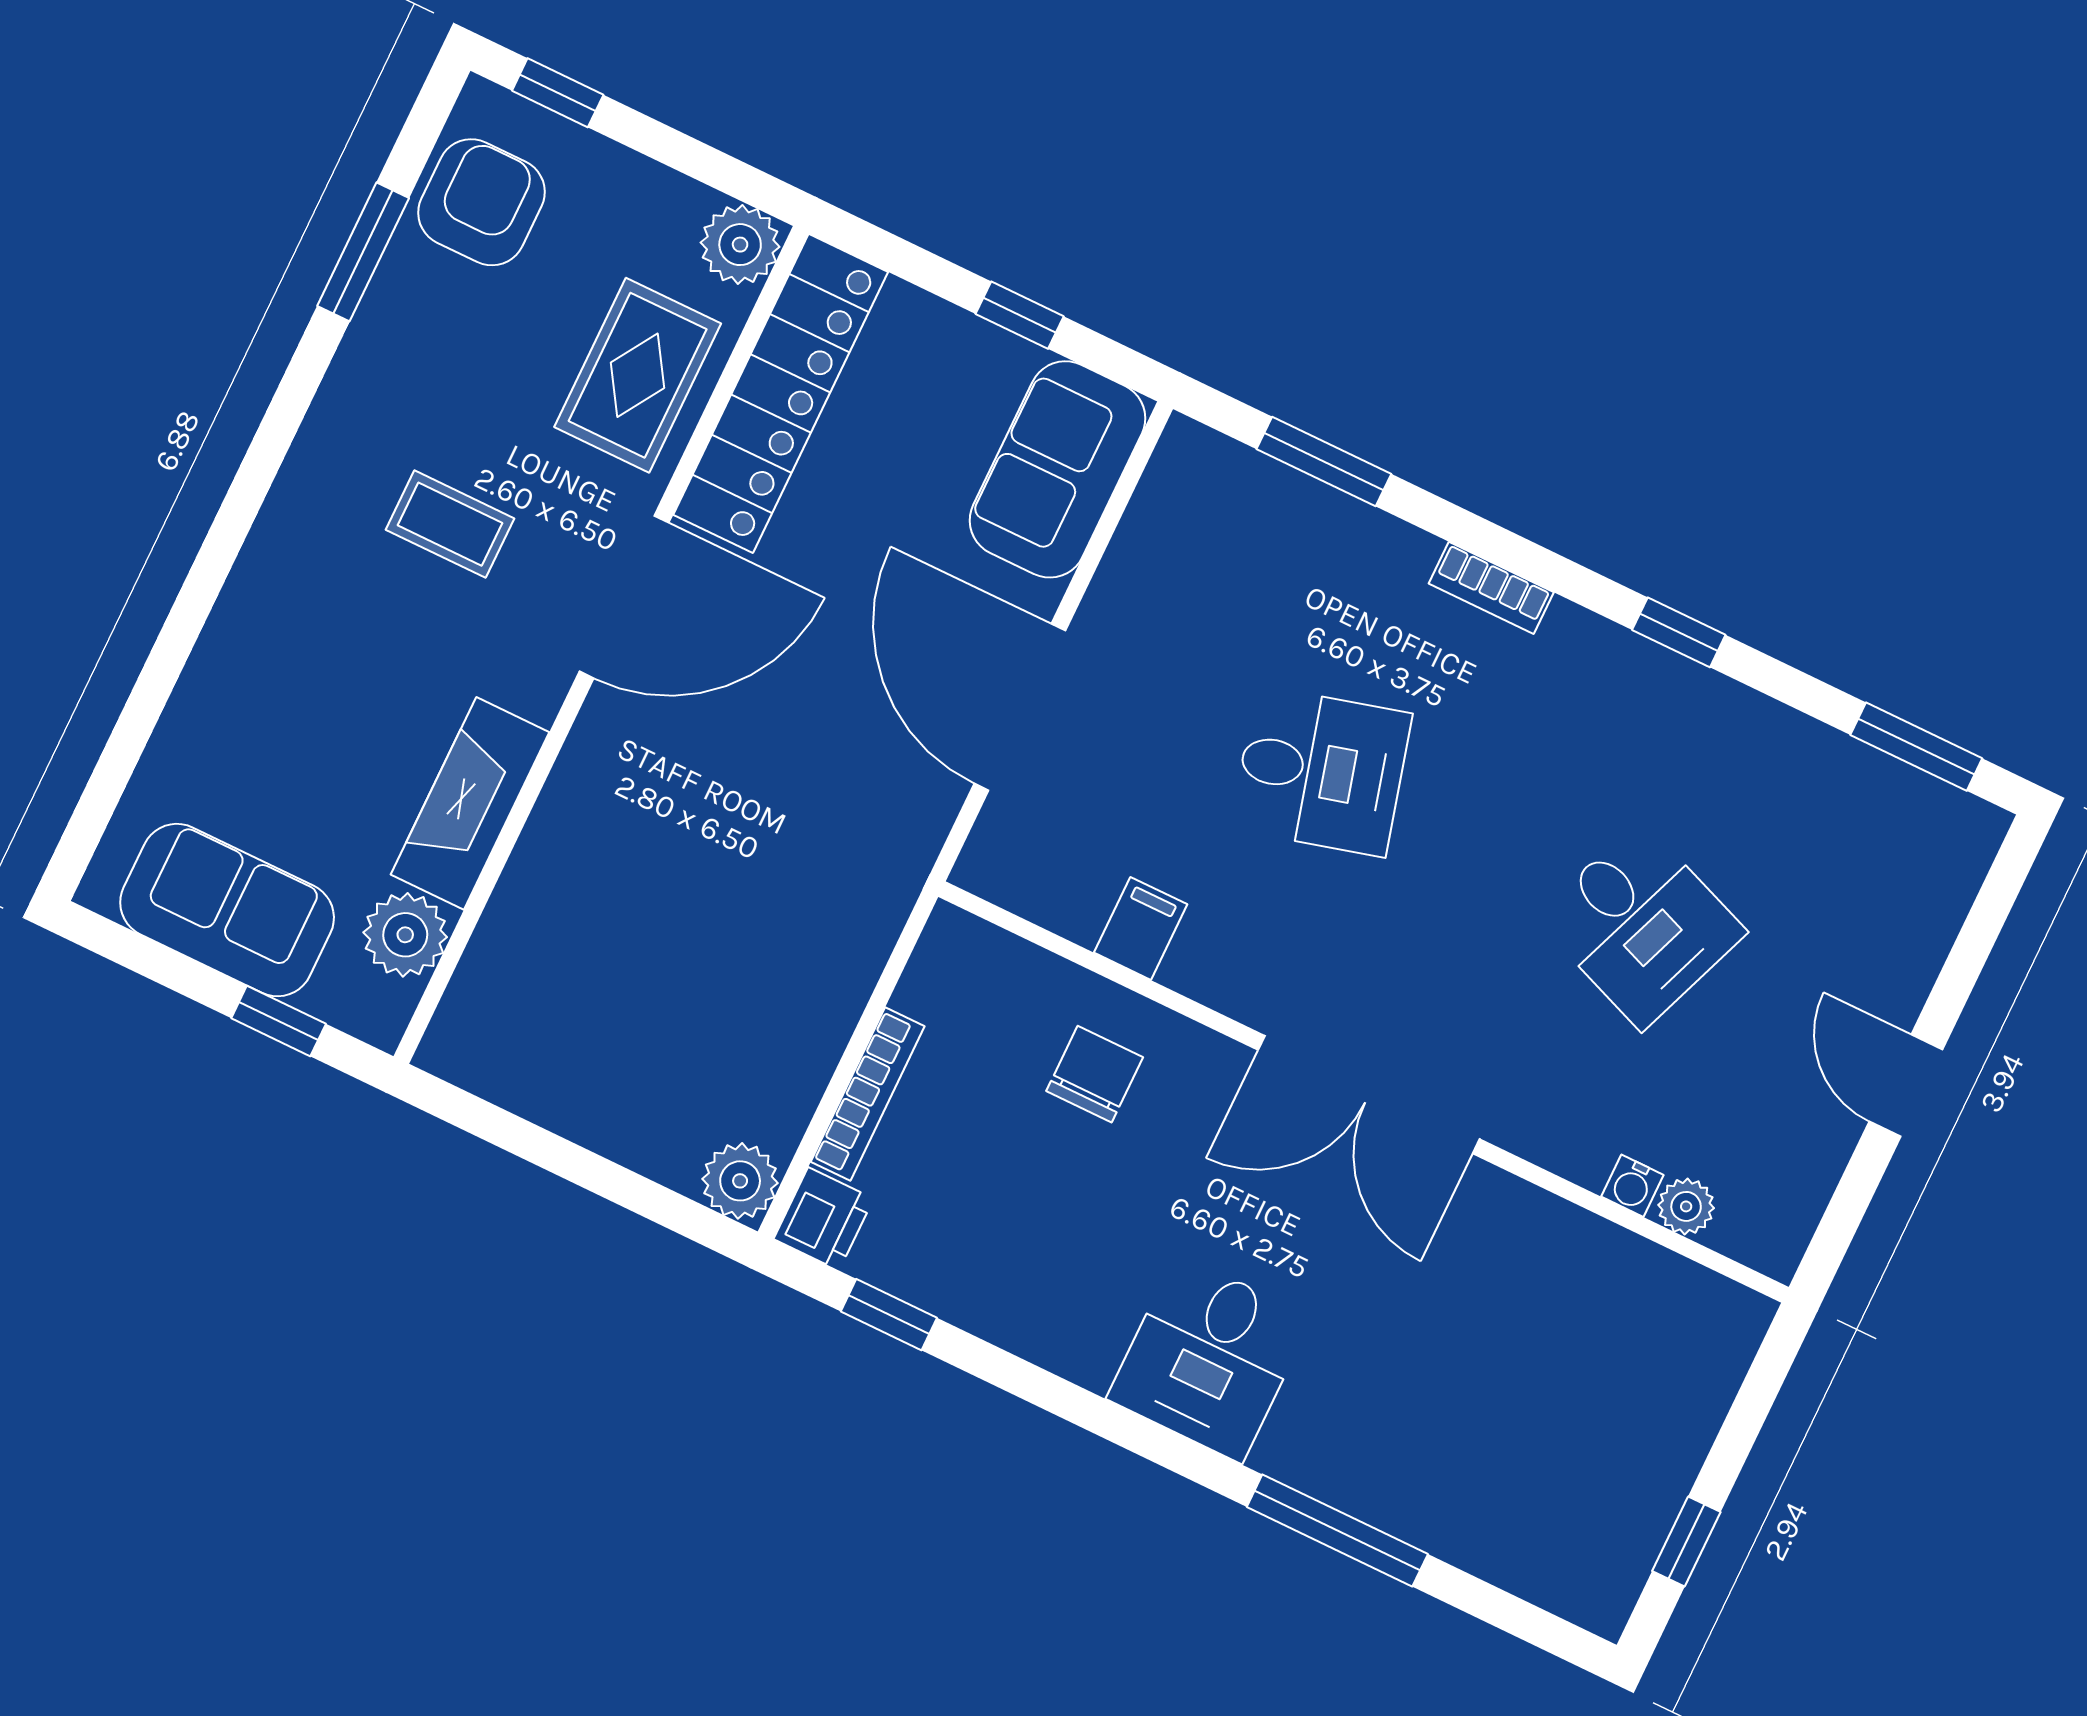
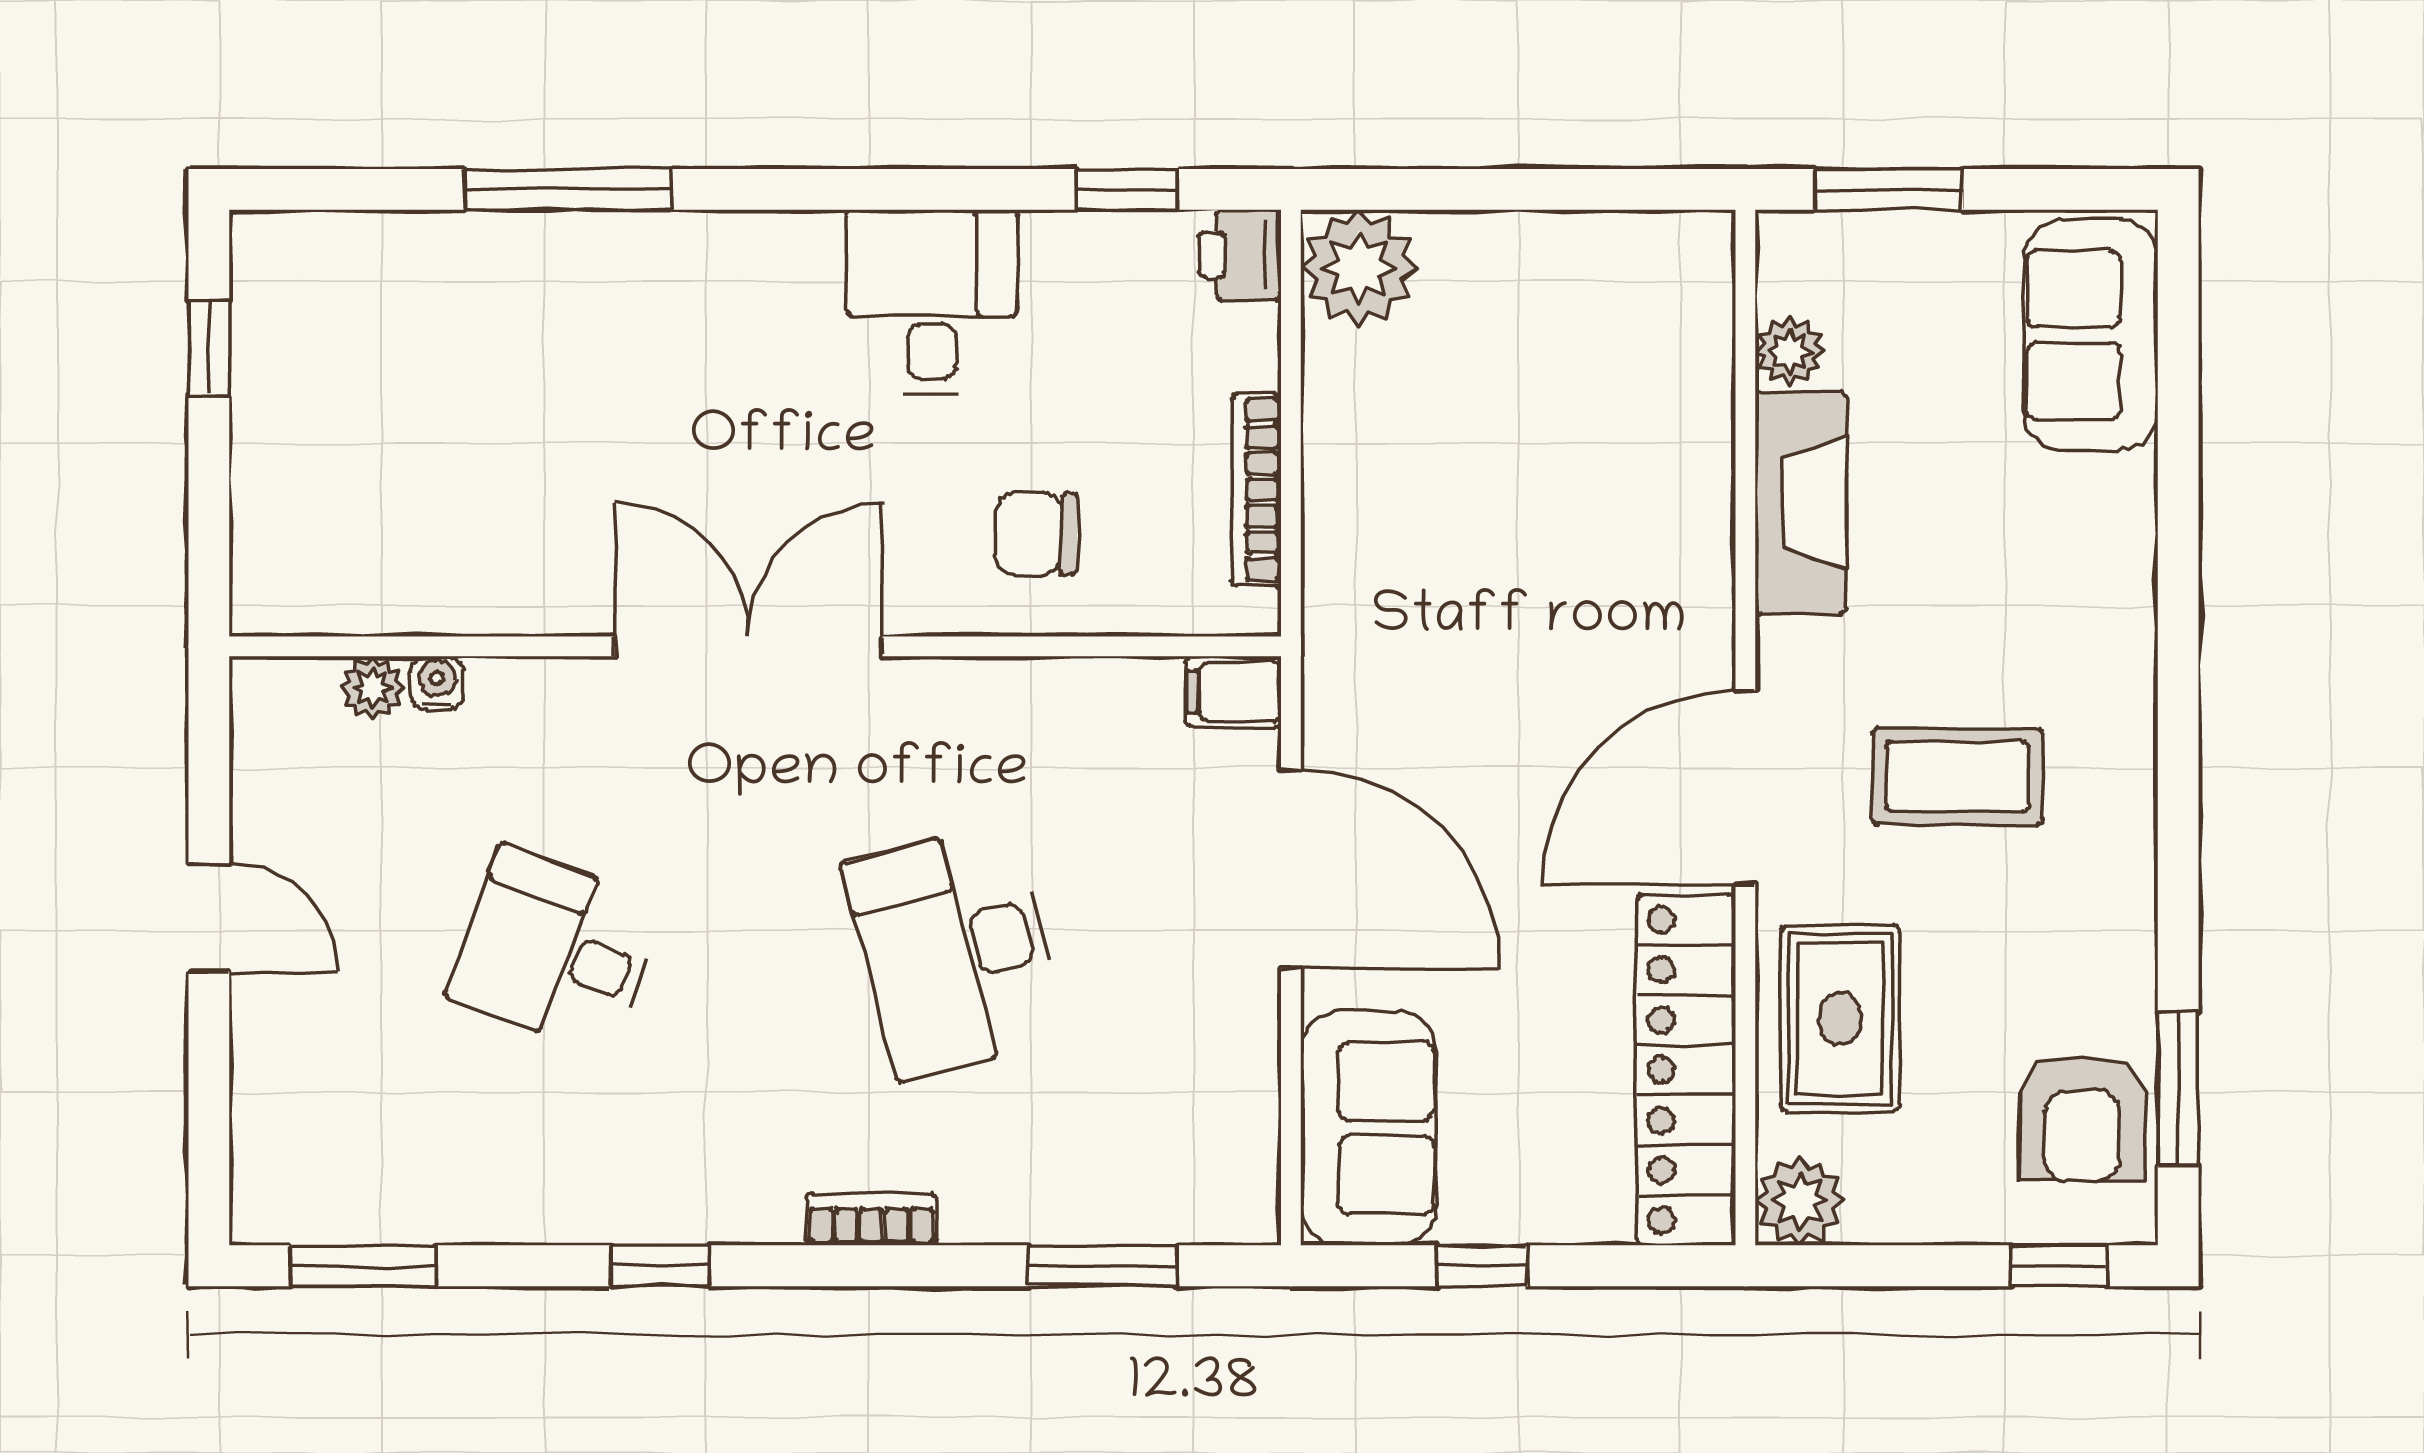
window: (363, 252) -> (2178, 1089), moved
coffee table: (450, 524) -> (1957, 776), width x1.36, depth x1.30
desk: (1321, 771) -> (955, 951), width x1.37
sofa: (227, 910) -> (2091, 335), moved, turned 90
filing cabinet: (1141, 928) -> (1234, 692), moved, turned 90
plant: (405, 935) -> (1790, 351), width x0.73, depth x0.73
window: (279, 1021) -> (1889, 189), width x1.50
chair: (1095, 1074) -> (1036, 533), turned 91
bookcase: (868, 1094) -> (1256, 490), moved
plant: (740, 1181) -> (1359, 268), width x1.36, depth x1.36
desk: (1209, 1358) -> (932, 302), moved

